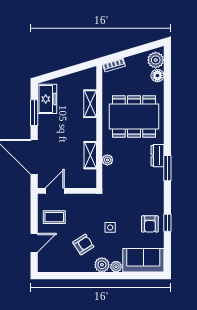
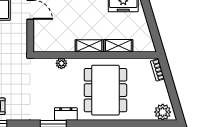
floor lamp: (157, 76) -> (147, 114), removed
shelving: (90, 155) -> (89, 46), moved

